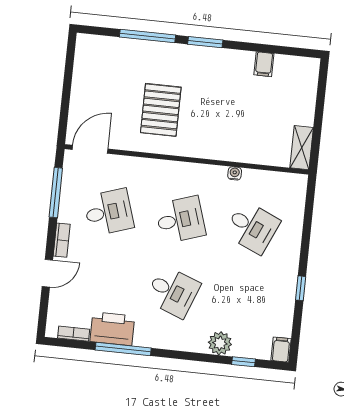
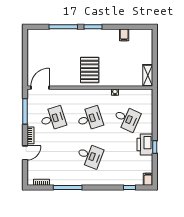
pallet: (161, 110) -> (90, 70), moved
printer: (112, 329) -> (145, 145), moved, turned -90
plant: (220, 343) -> (117, 179), removed

